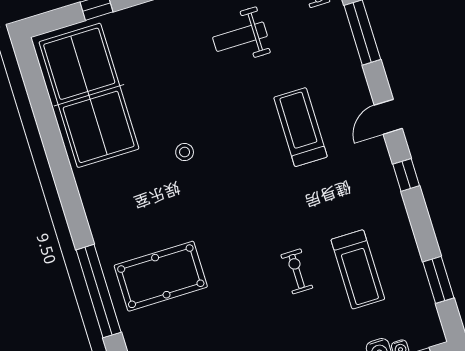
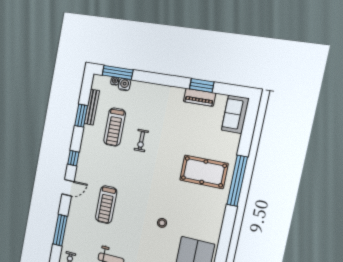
treadmill: (358, 269) -> (115, 127), turned 180
window: (438, 280) -> (81, 116), moved
bench: (419, 282) -> (92, 107), added

